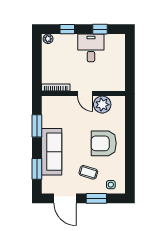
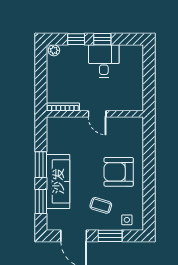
window: (100, 29) -> (102, 39), moved
plant: (102, 105) -> (117, 127), removed
window: (37, 126) -> (41, 165), moved

